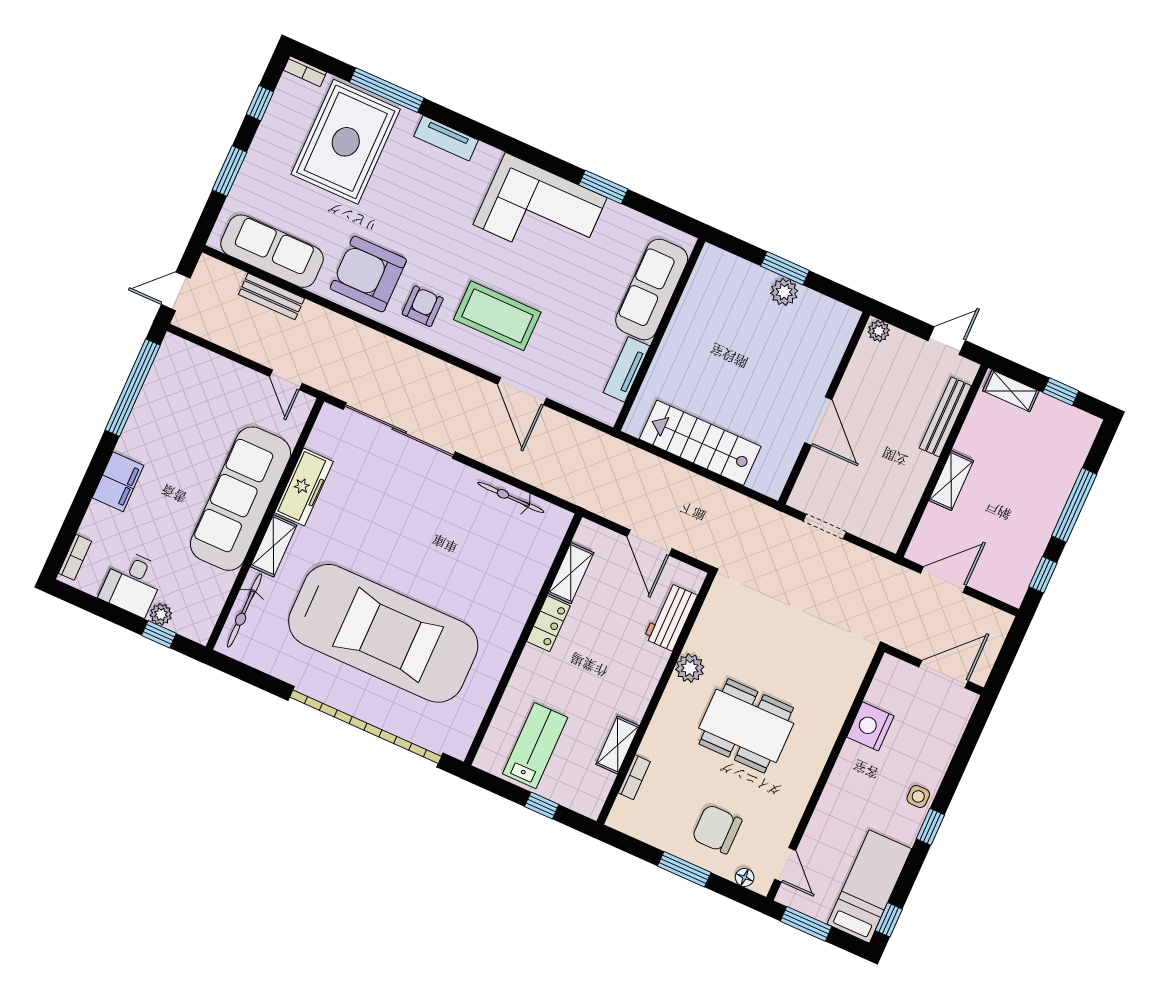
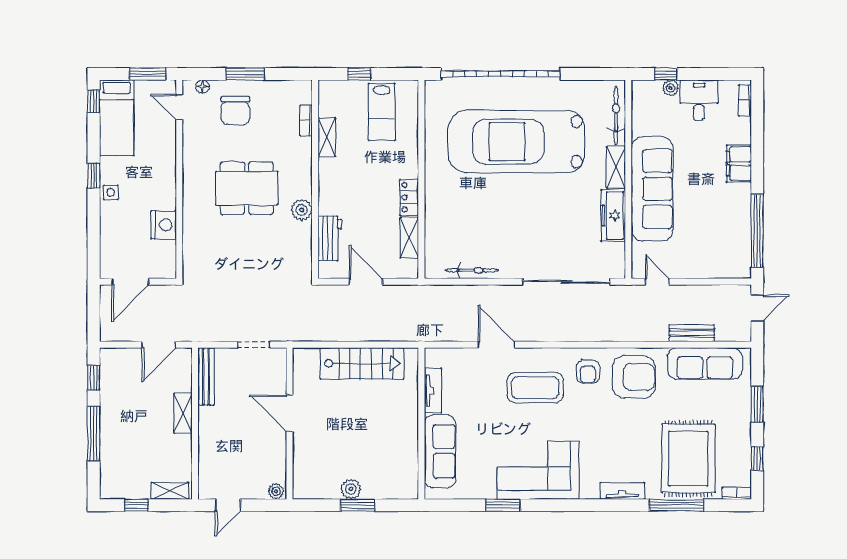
bench: (945, 417) -> (206, 376), moved
chair: (717, 829) -> (235, 111), turned 90

